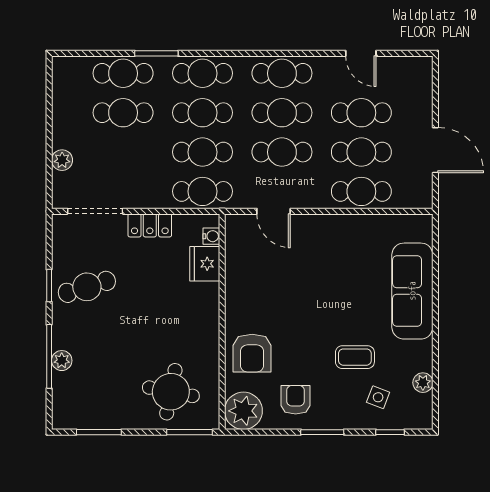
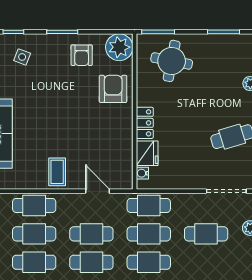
cafe table: (123, 113) -> (206, 234), moved
locker: (150, 225) -> (145, 123), moved, turned 90
coffee table: (355, 357) -> (57, 172), moved, turned 90

